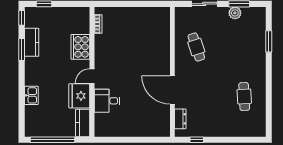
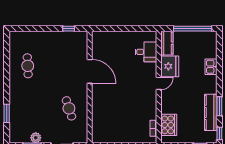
kitchen counter: (32, 42) -> (211, 112), width x1.50
cooker: (80, 47) -> (169, 125), moved
desk: (107, 101) -> (146, 52), moved
dresser: (180, 119) -> (83, 47), removed

